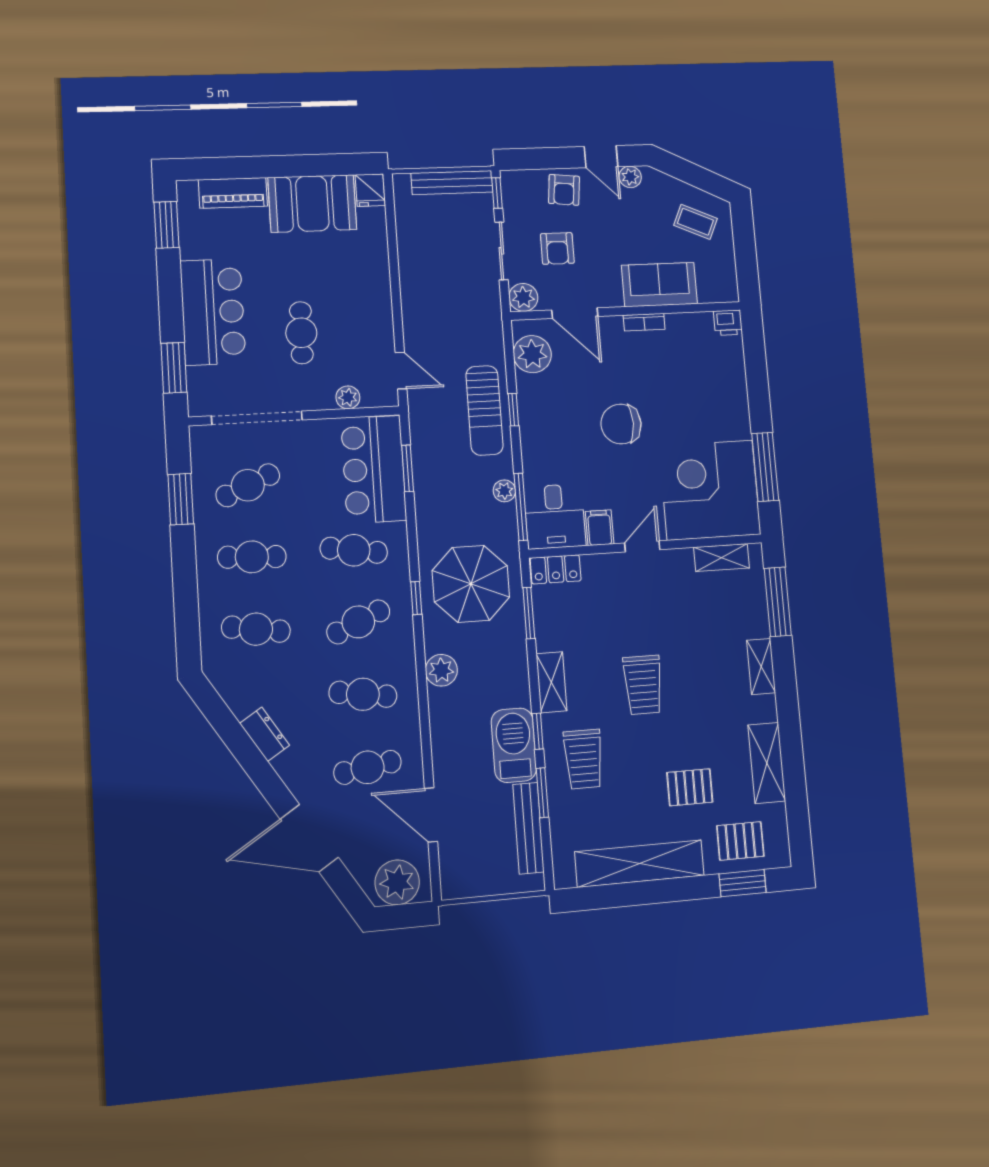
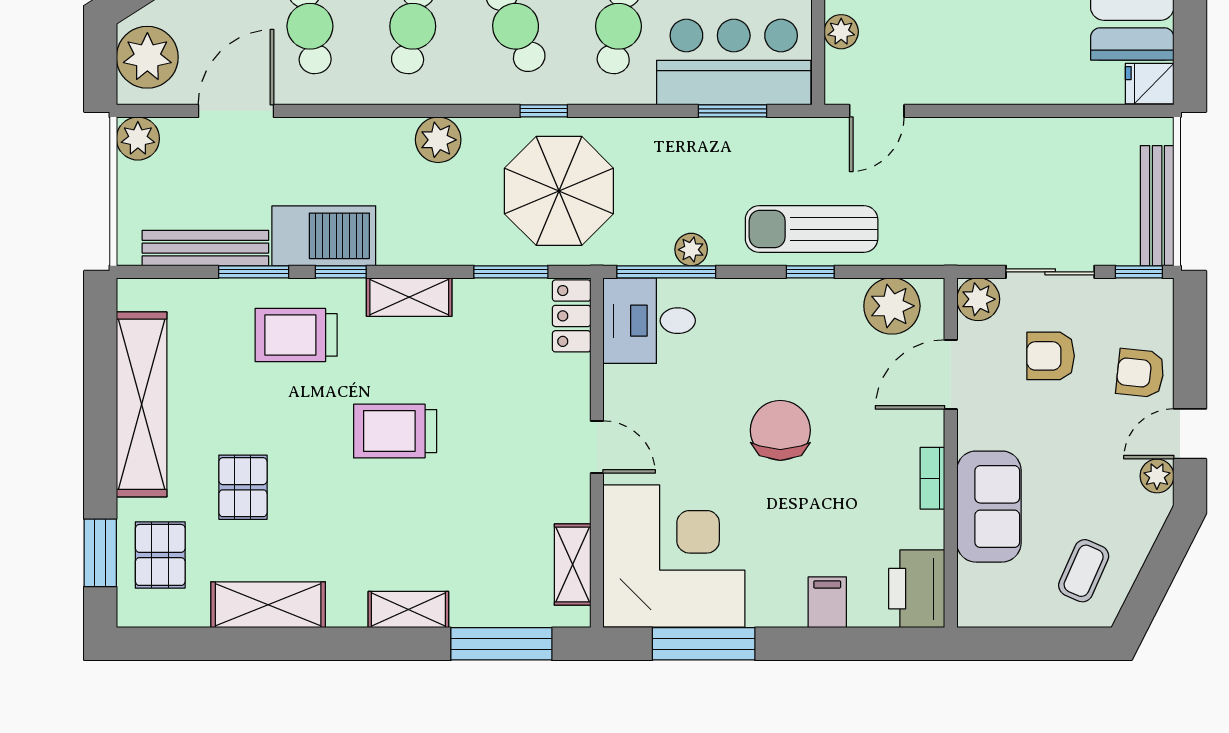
printer: (728, 323) -> (917, 589), width x1.87, depth x1.48
filing cabinet: (600, 528) -> (827, 602), moved, turned -90
plant: (455, 884) -> (138, 139), added

